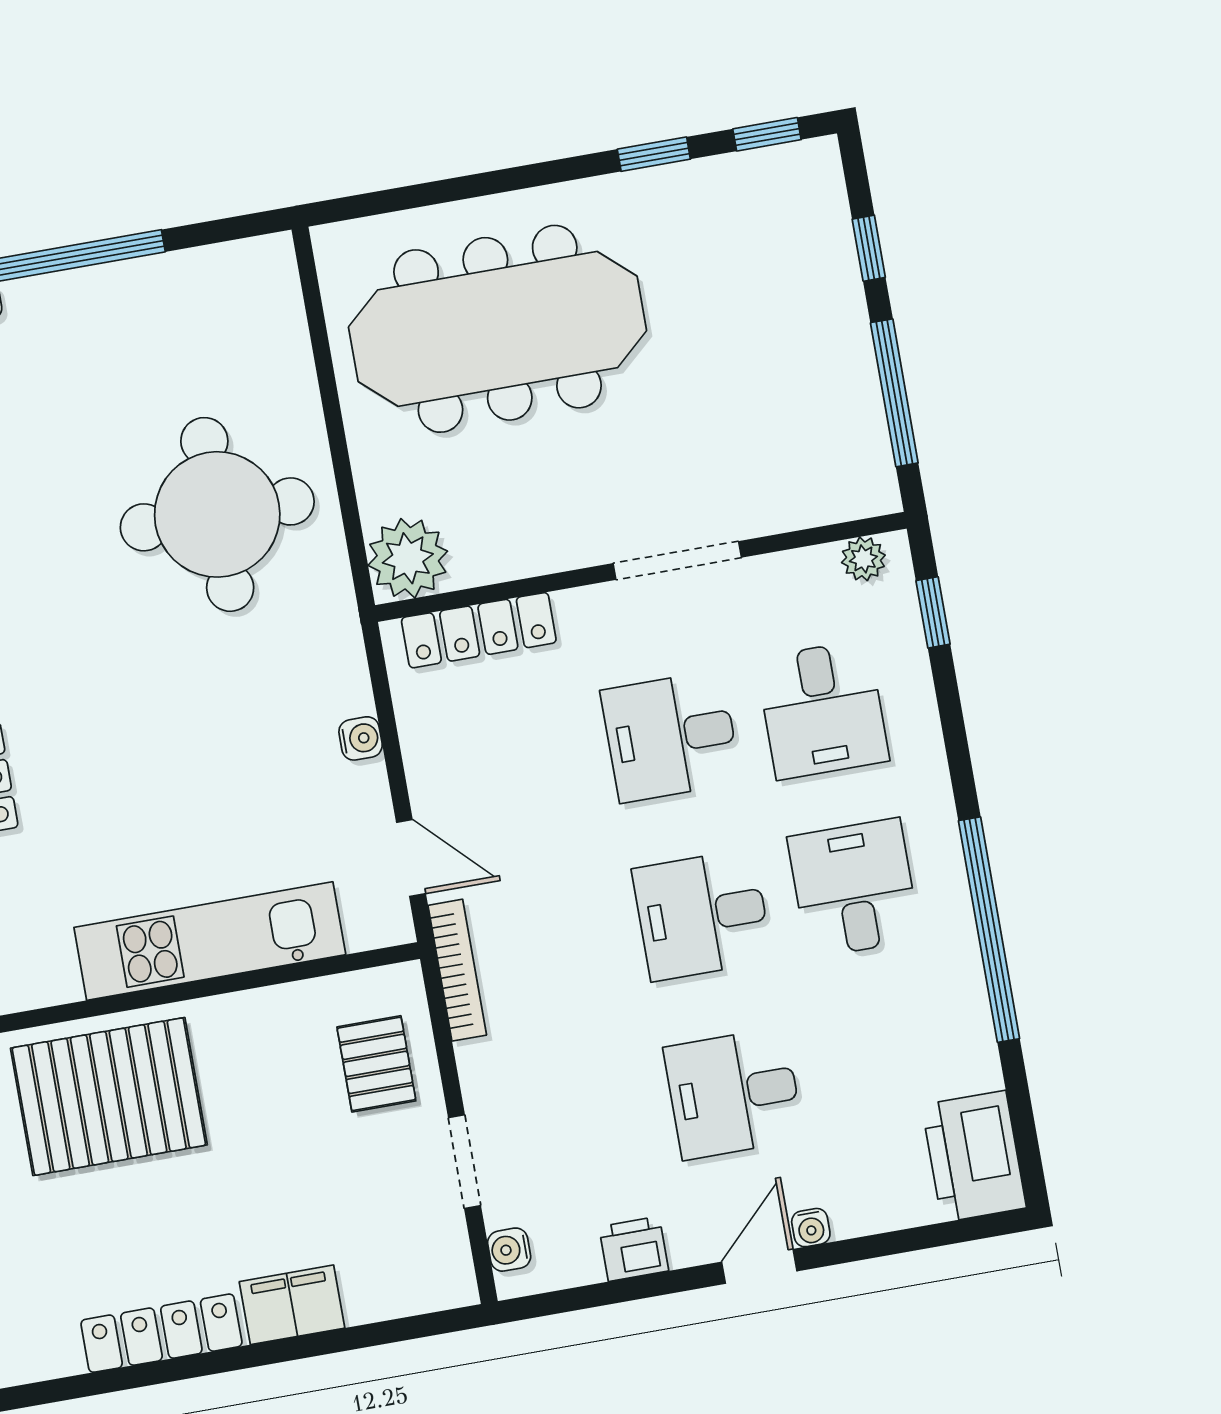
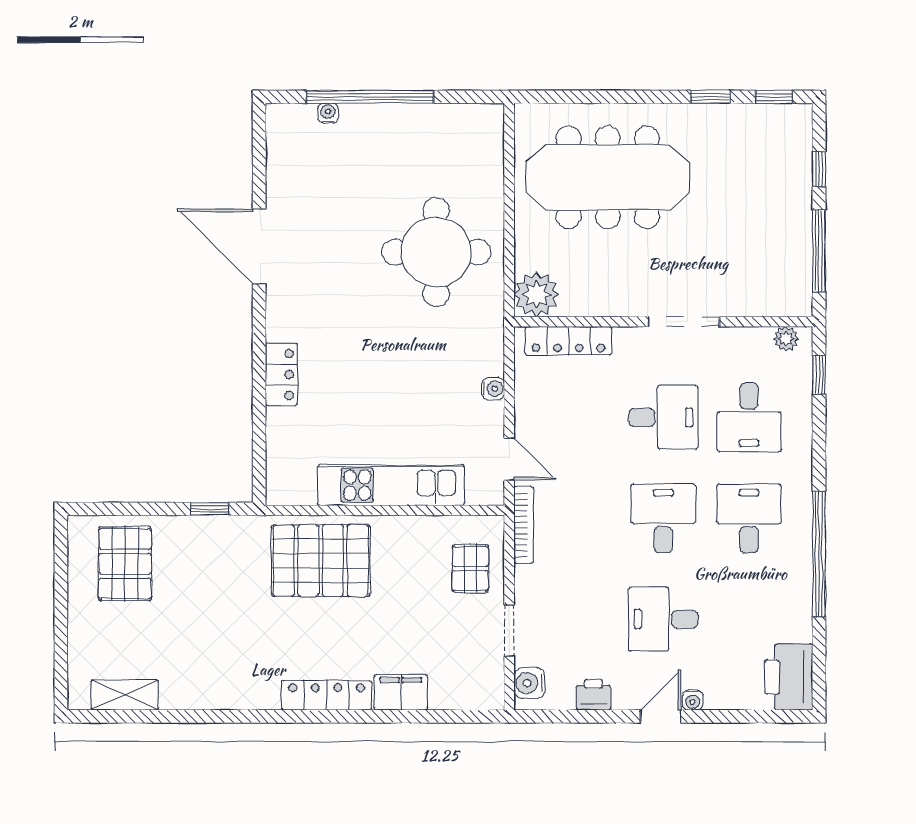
desk: (671, 736) -> (663, 417), turned 180
desk: (702, 915) -> (663, 518), turned 90
water cooler: (509, 1250) -> (529, 683), width x1.38, depth x1.38

